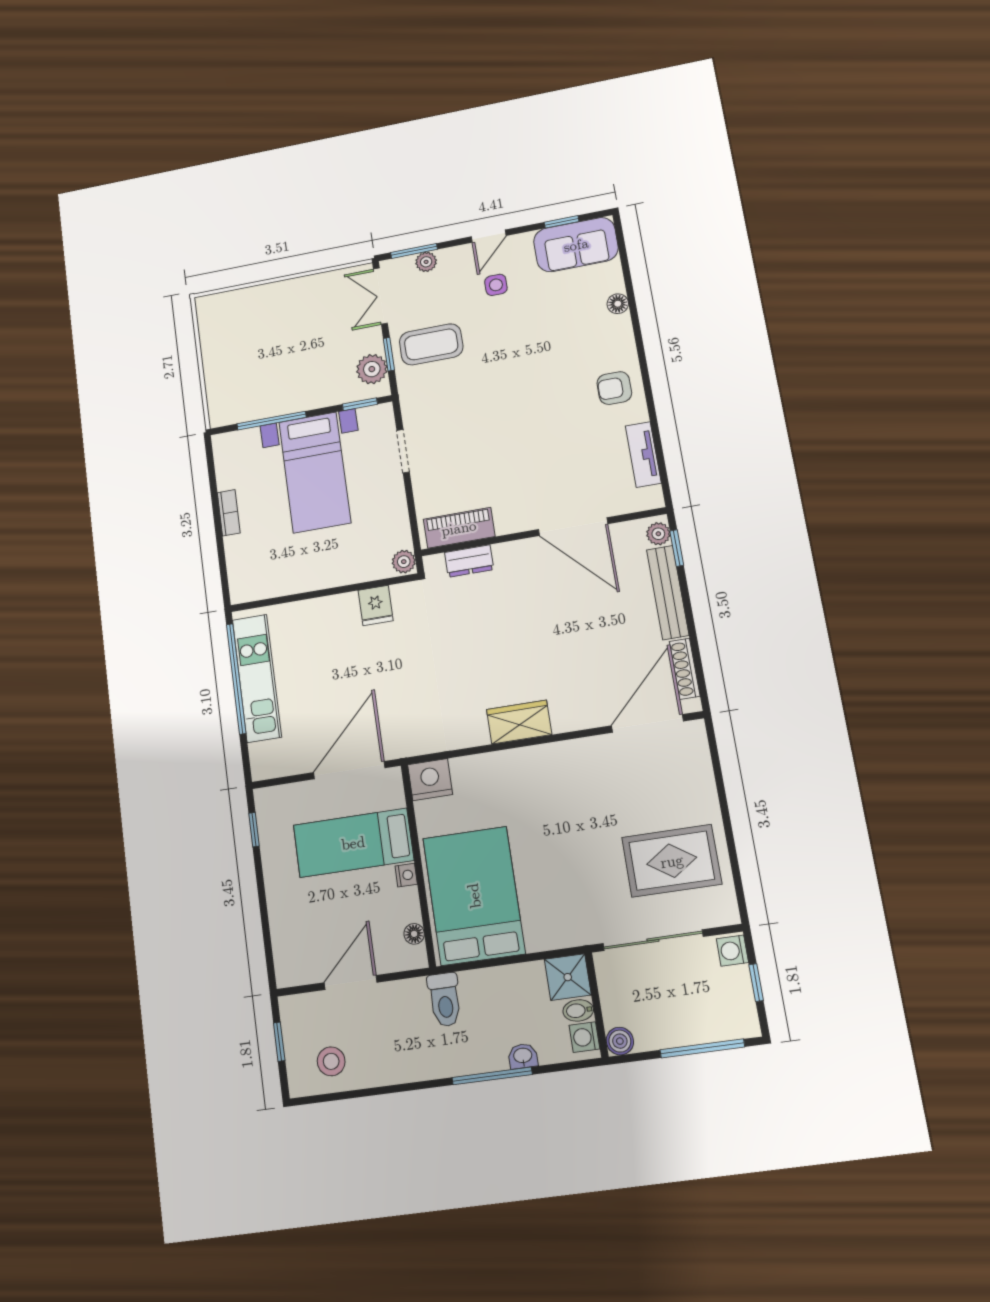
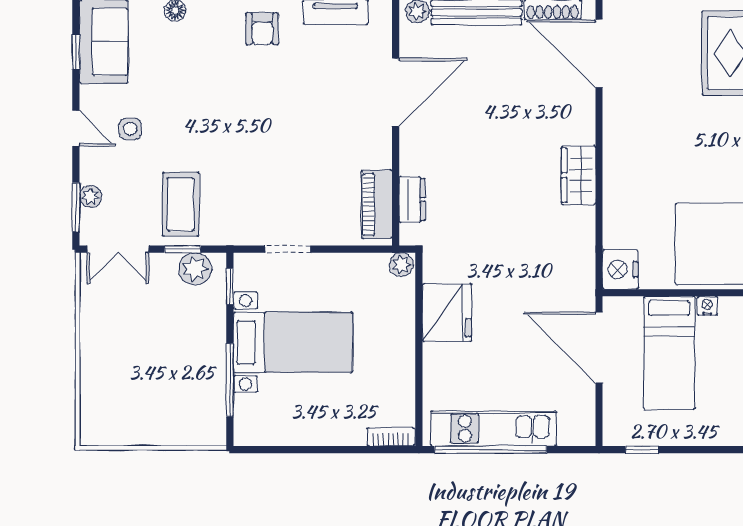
bookcase: (229, 513) -> (391, 437), moved
fridge: (376, 605) -> (447, 313), width x1.88, depth x1.34

